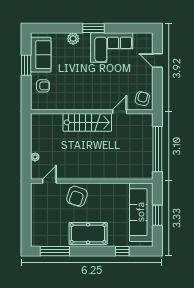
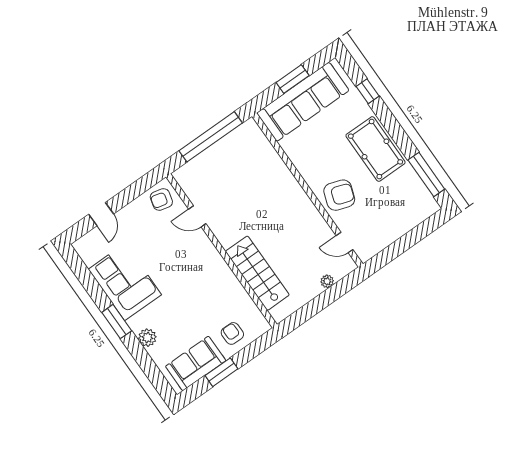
stairs: (87, 122) -> (257, 273), moved

